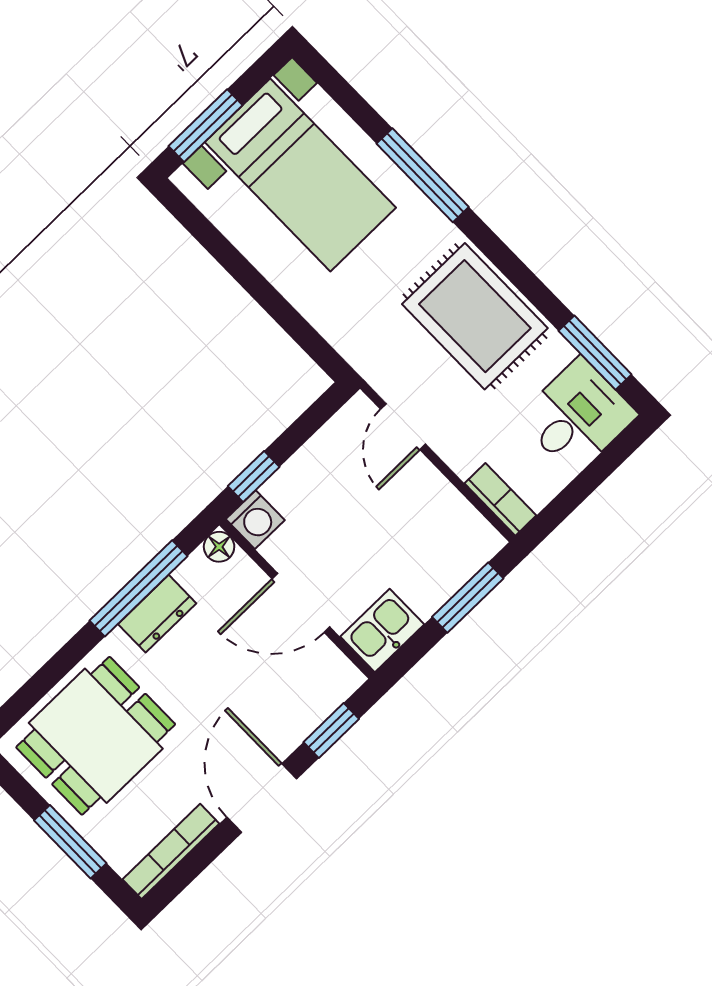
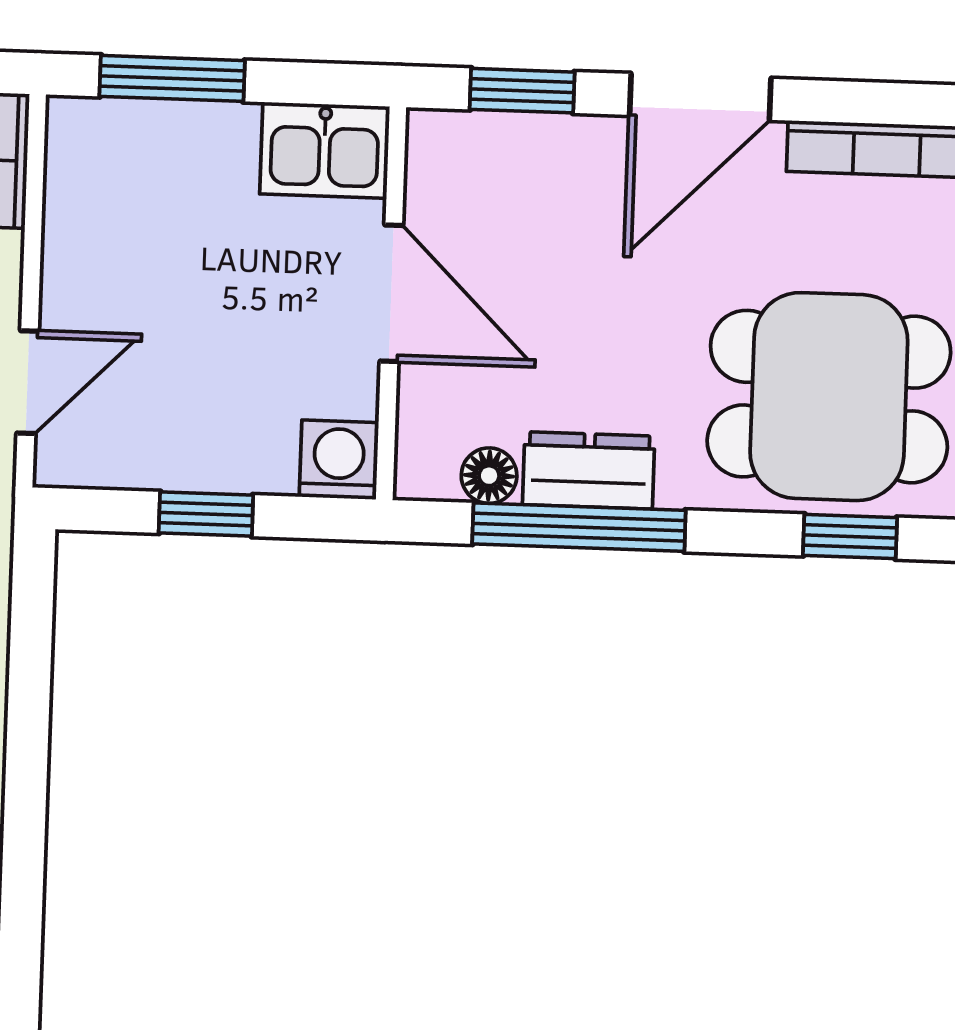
window: (254, 477) -> (206, 514), moved
floor lamp: (219, 547) -> (489, 476), moved
window: (33, 691) -> (850, 537), added

